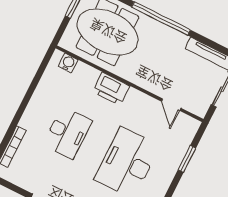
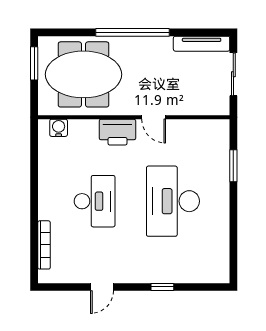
door: (171, 105) -> (154, 117), moved

